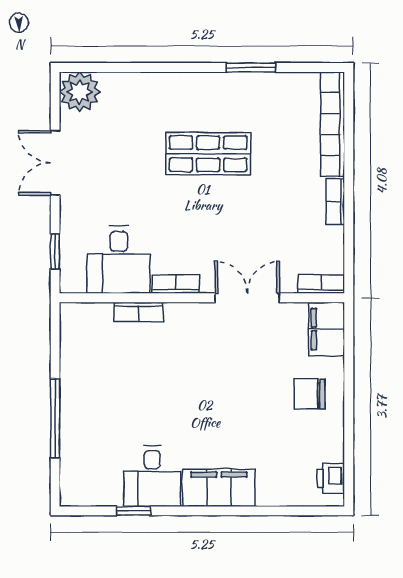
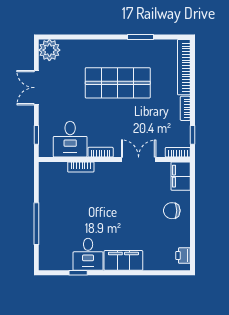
shop shelf: (208, 154) -> (118, 83), width x1.43, depth x1.36
window: (349, 252) -> (193, 135), added

